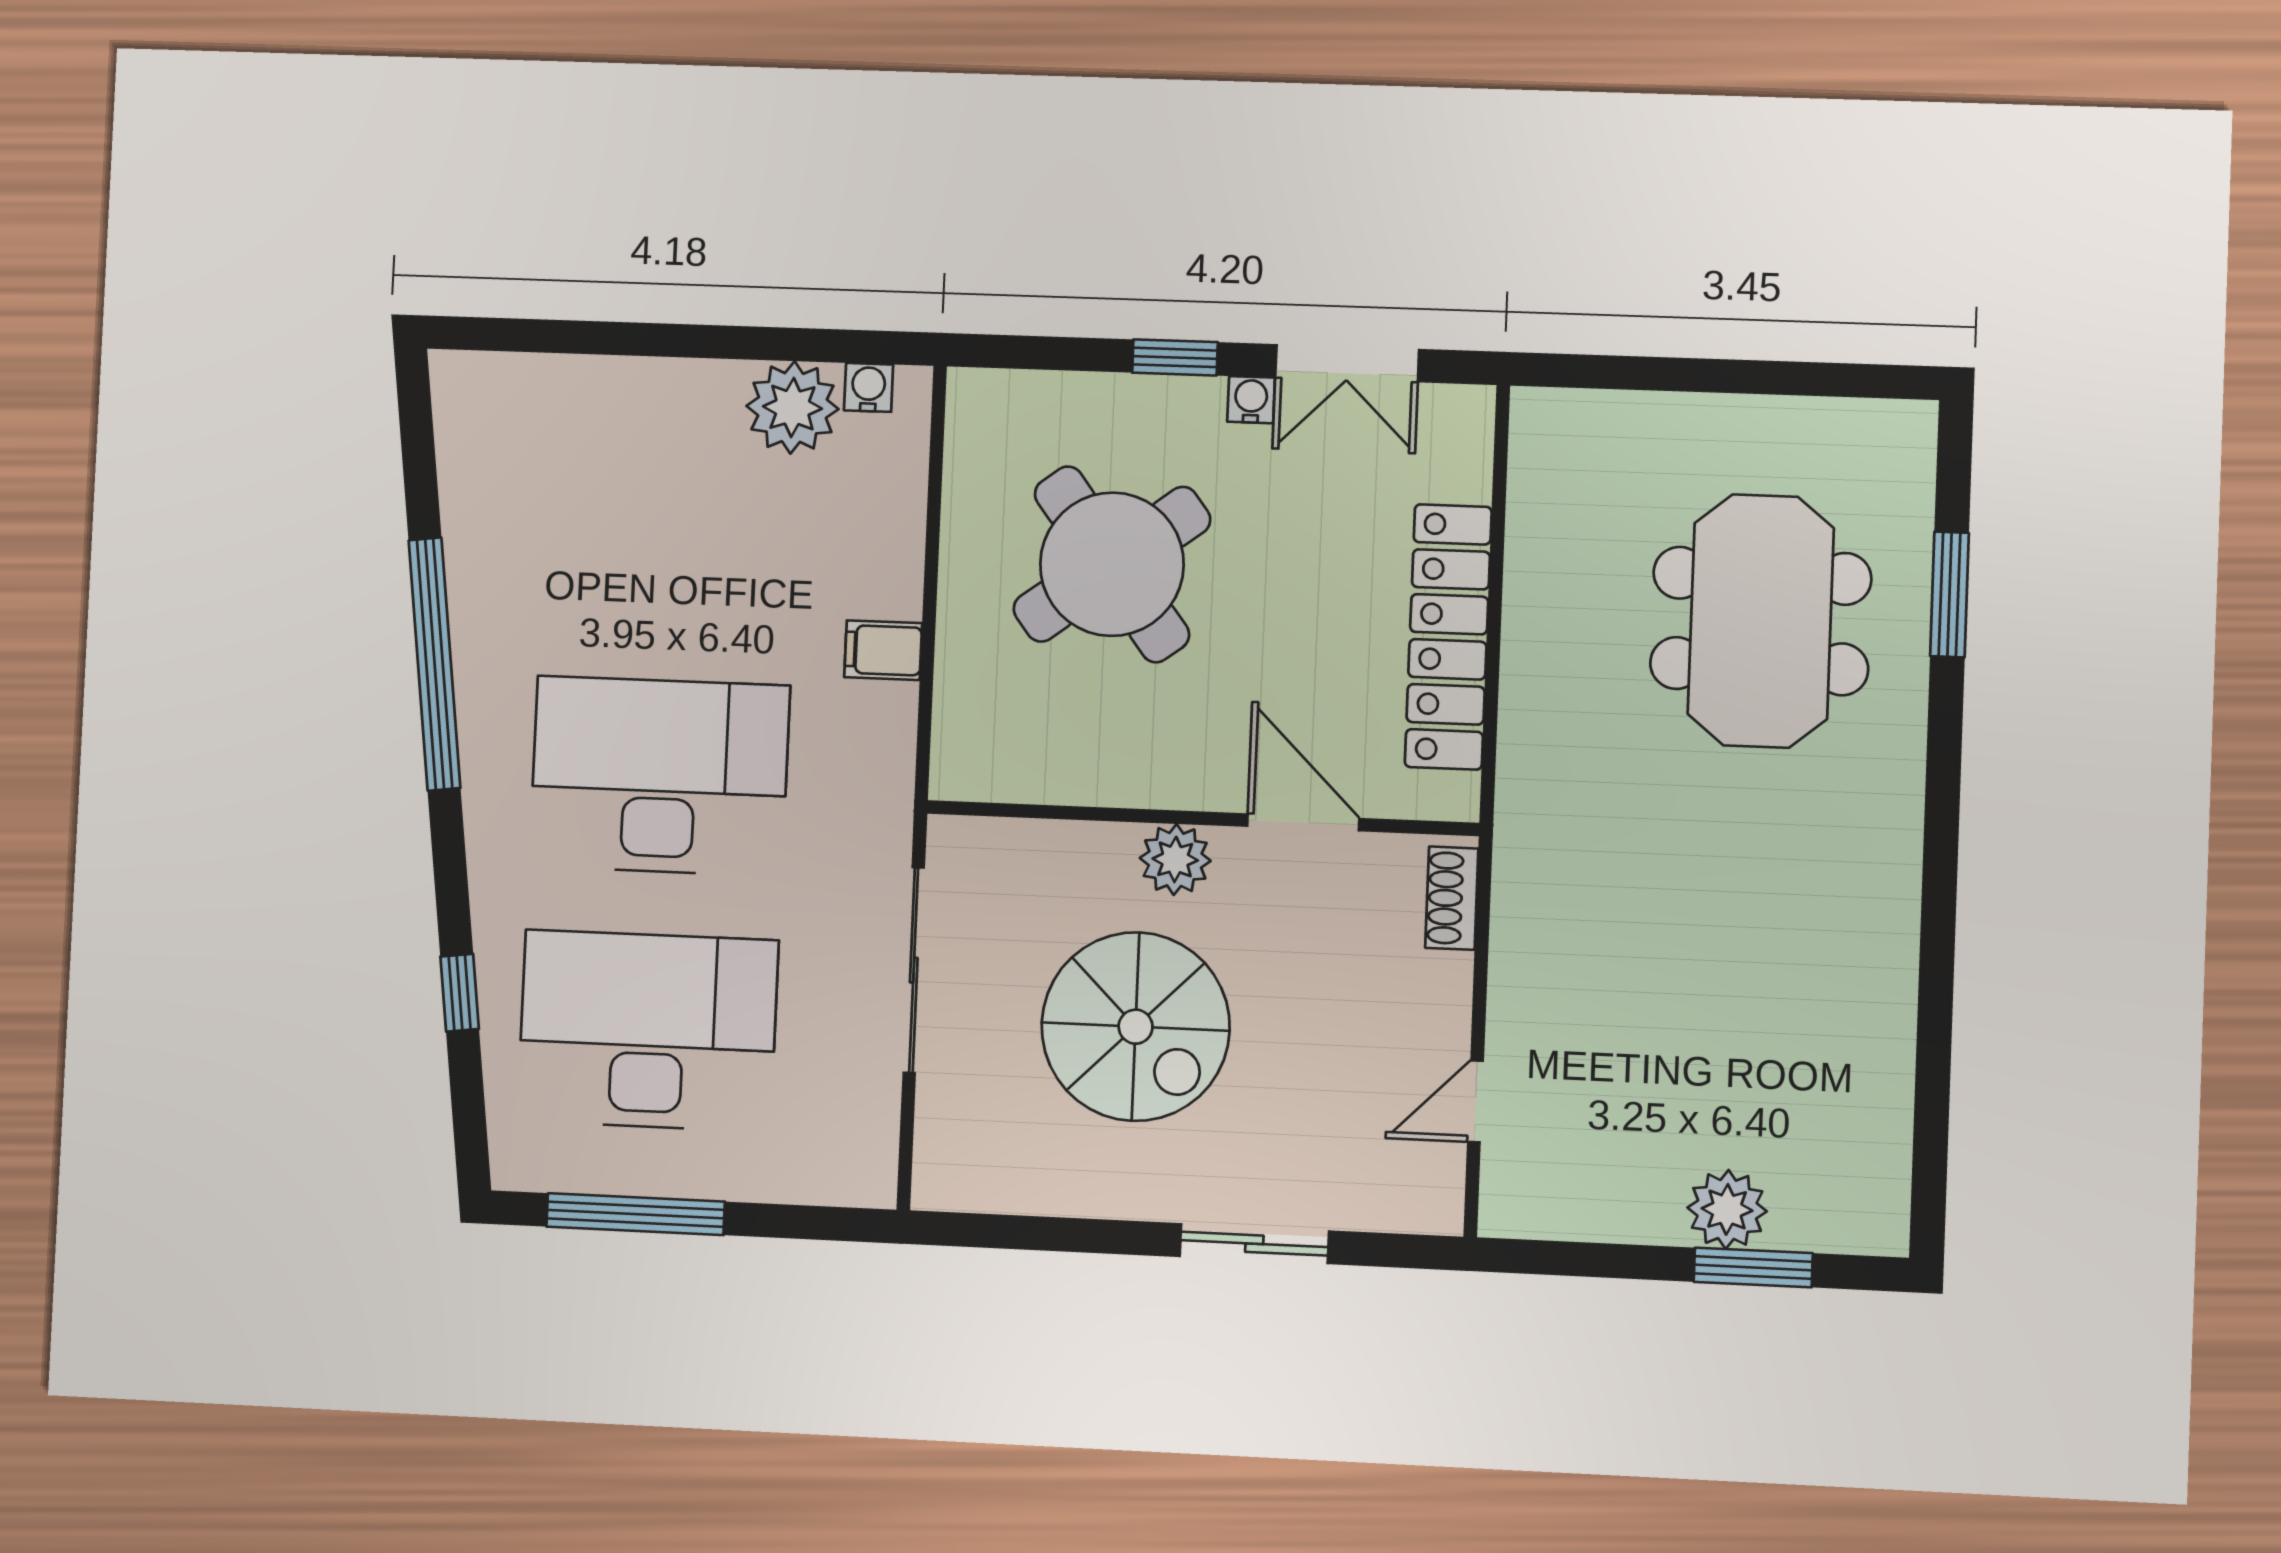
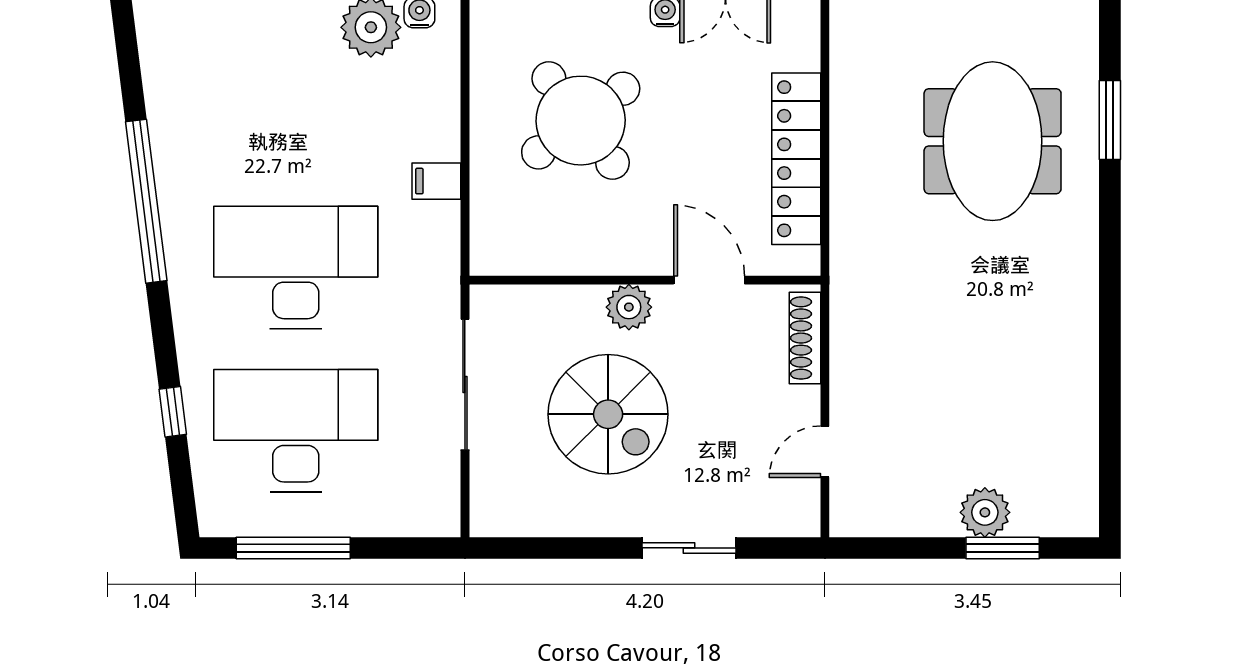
shoe rack: (1452, 898) -> (805, 338), width x1.43

